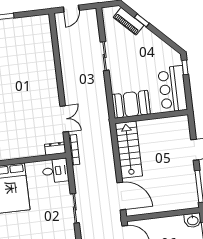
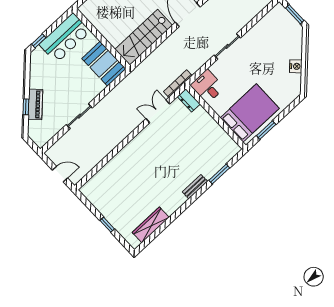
piano: (129, 21) -> (35, 104), moved

